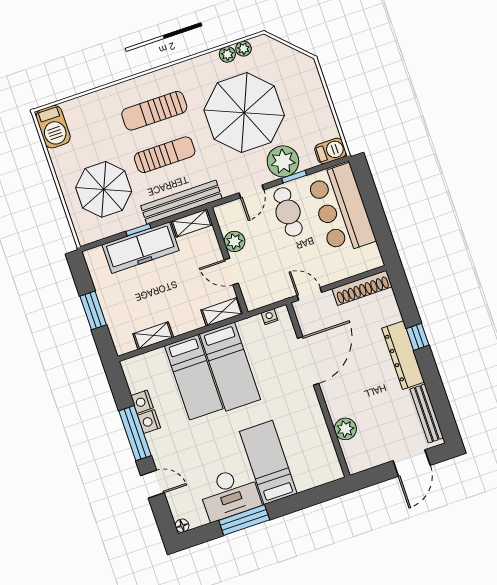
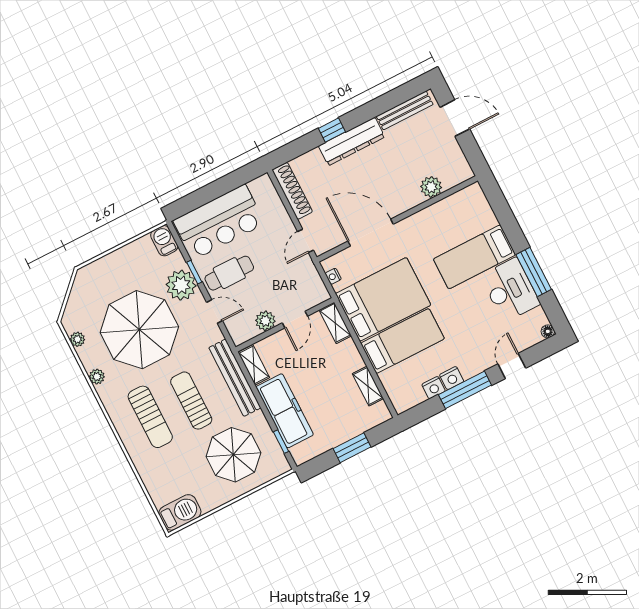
plant: (227, 54) -> (97, 377), moved
window: (138, 230) -> (281, 442), moved
bed: (230, 367) -> (383, 299), width x1.50

